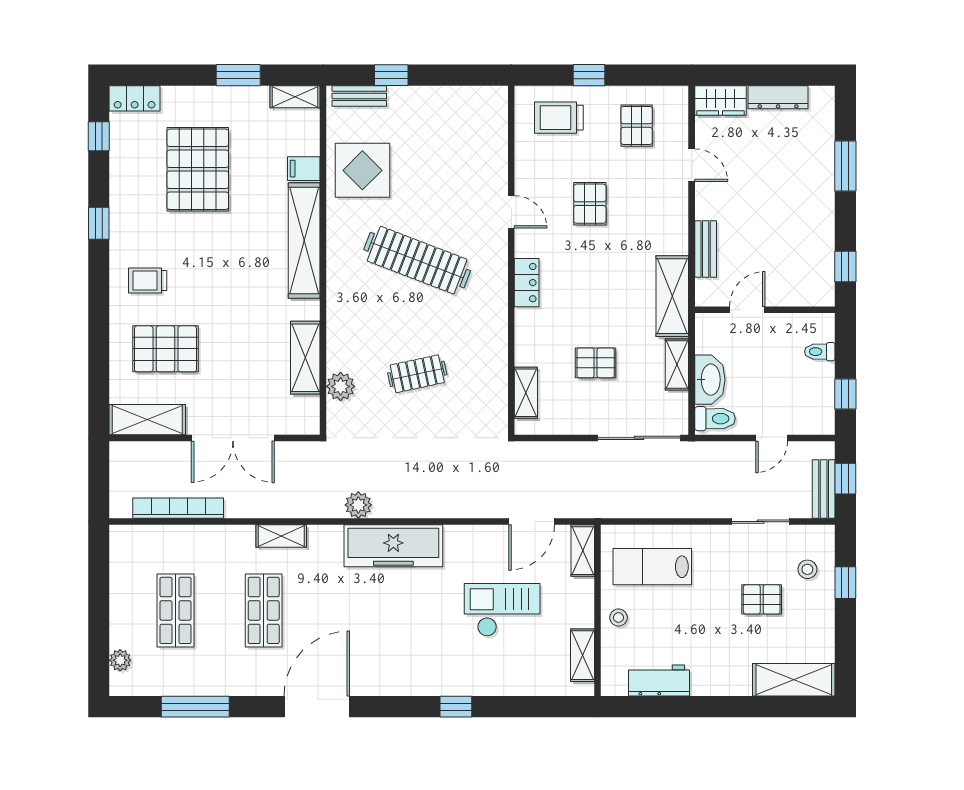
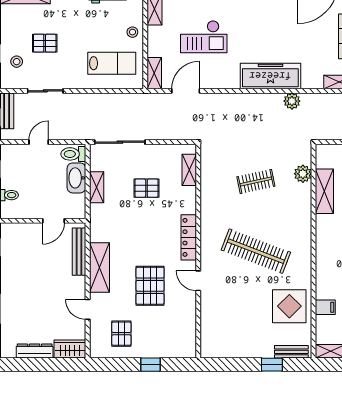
trolley: (559, 118) -> (169, 339), removed
pallet: (590, 204) -> (150, 286), width x1.50, depth x1.42
shelving: (304, 241) -> (325, 263), removed
bench: (706, 249) -> (79, 252), width x1.36
locker: (527, 283) -> (189, 237), width x1.53
shelving: (672, 296) -> (99, 268), moved

